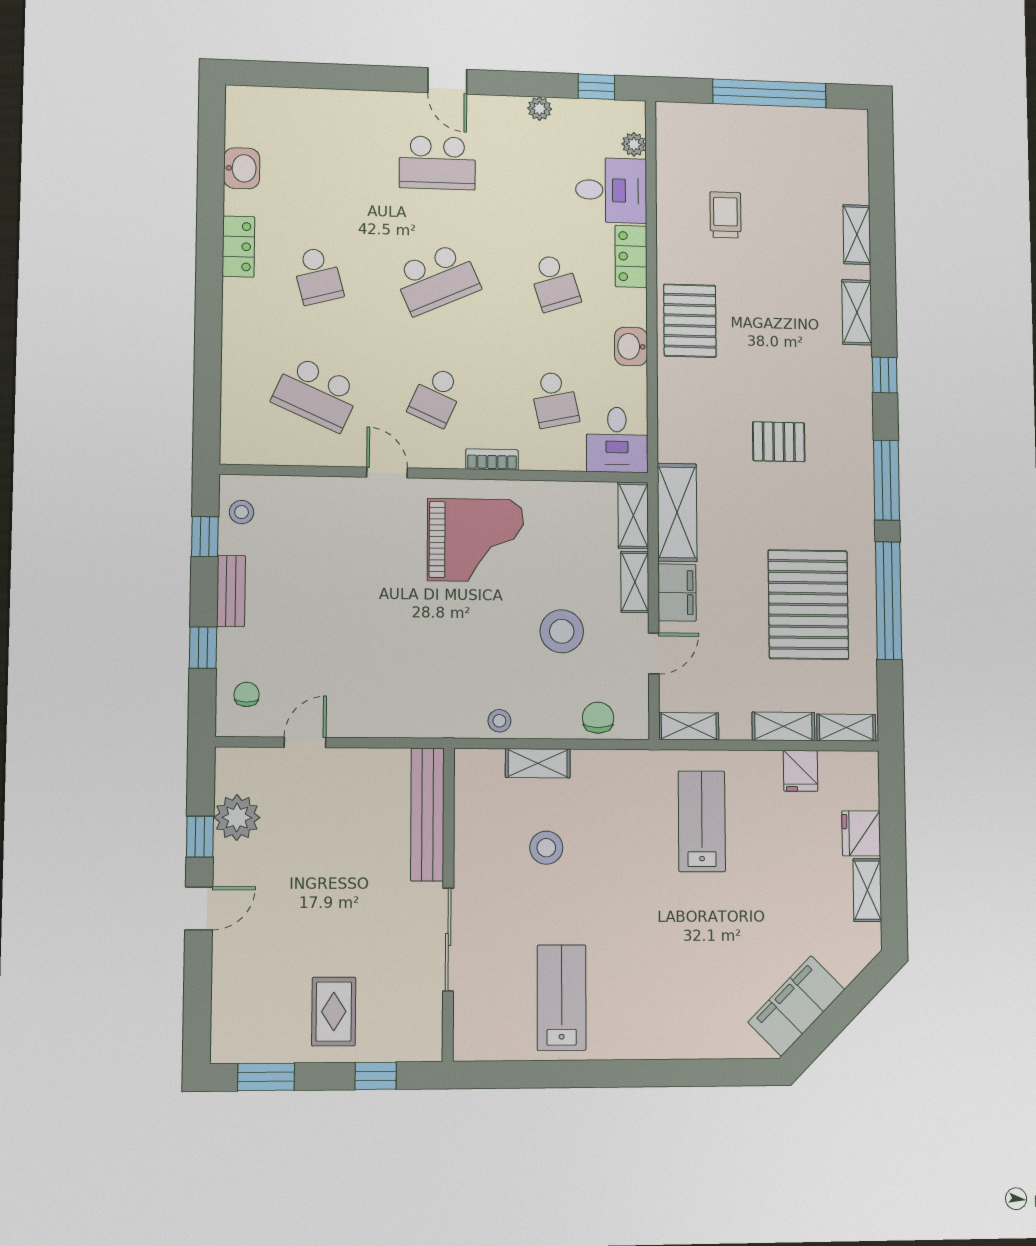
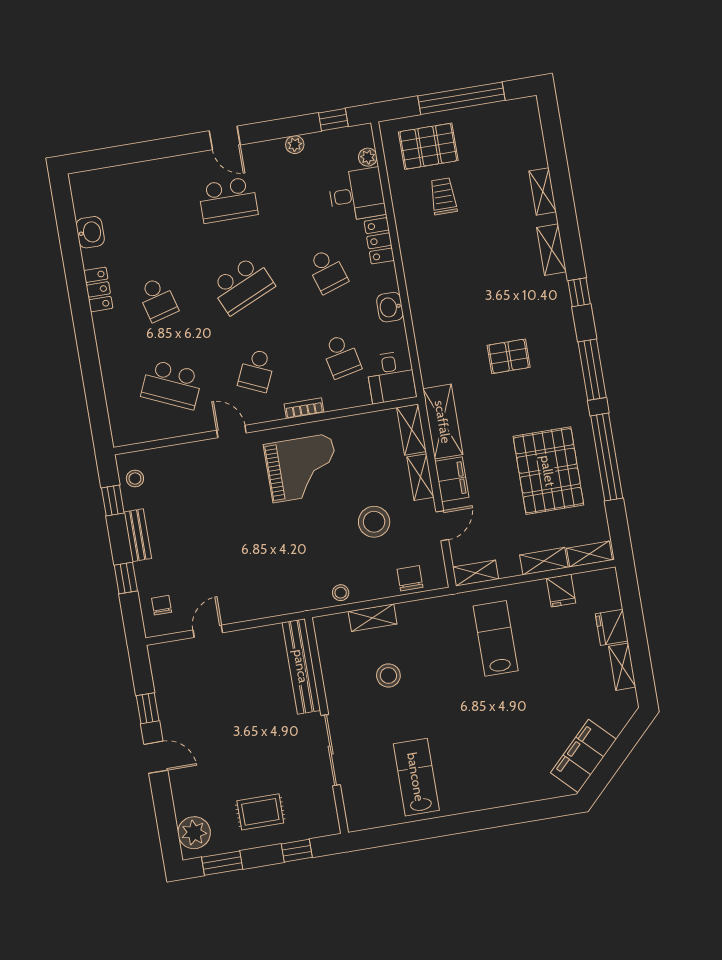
pallet: (690, 321) -> (428, 146), moved, turned 90
plant: (237, 818) -> (194, 833), moved
door: (199, 908) -> (156, 757), hinge flipped
rug: (334, 1012) -> (260, 812), turned 90

